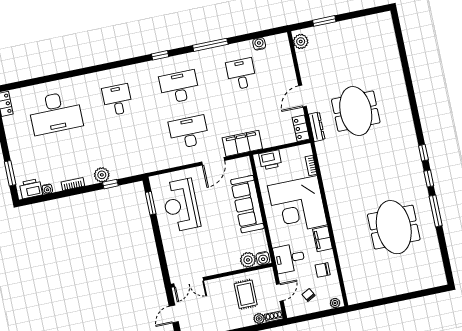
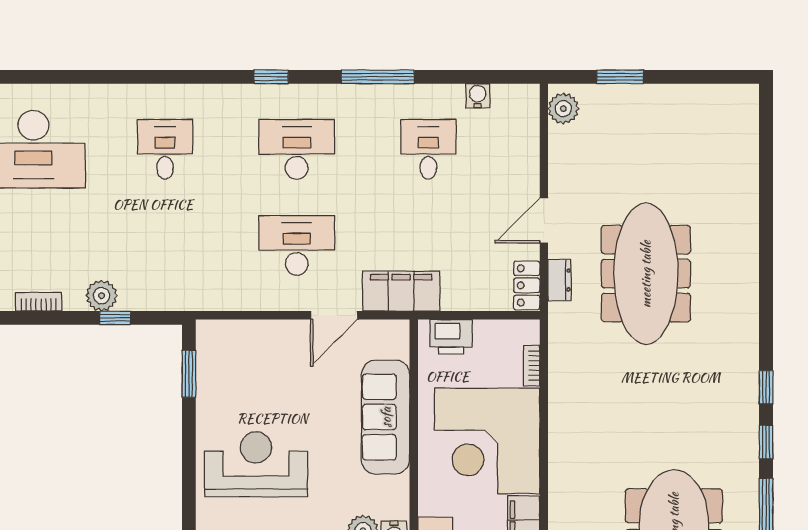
meeting table: (356, 111) -> (646, 274), width x1.36
dresser: (317, 127) -> (559, 280), width x0.70
reception desk: (181, 205) -> (256, 464), moved, turned 90

